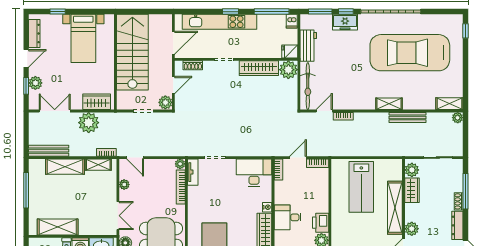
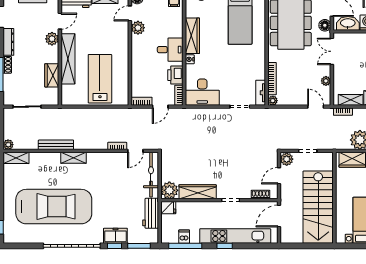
dishwasher: (292, 21) -> (184, 237), moved
plant: (412, 170) -> (52, 95), removed
printer: (321, 223) -> (175, 75), moved, turned 180

